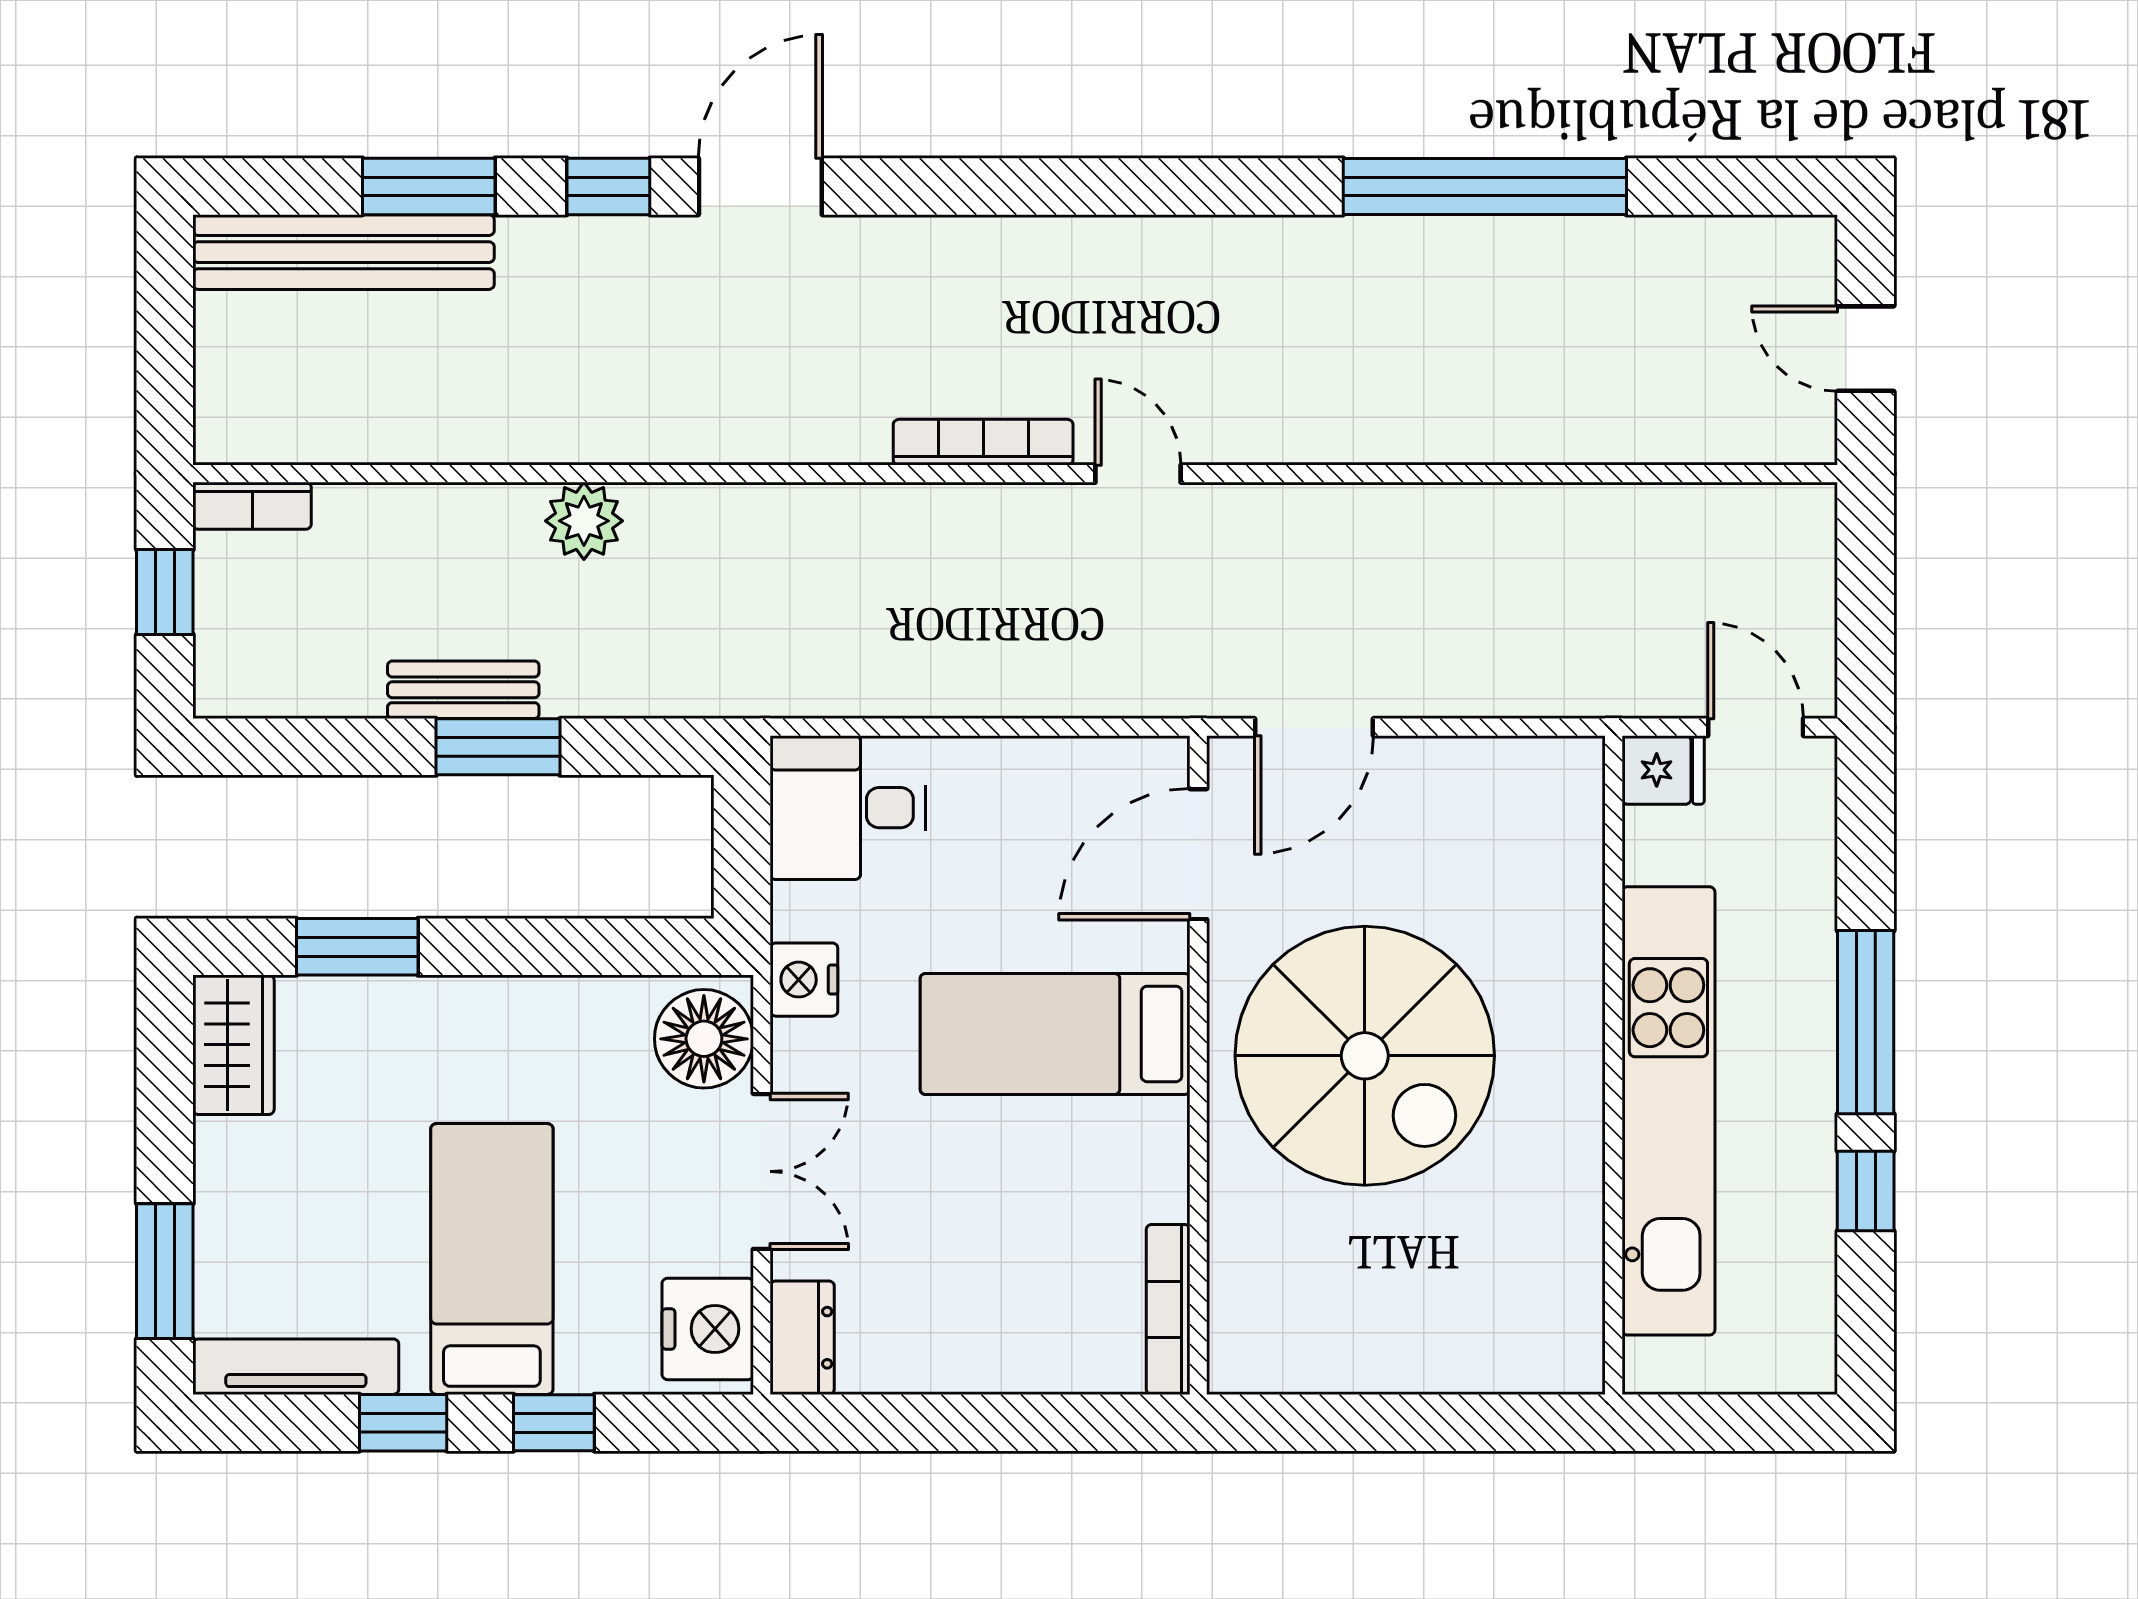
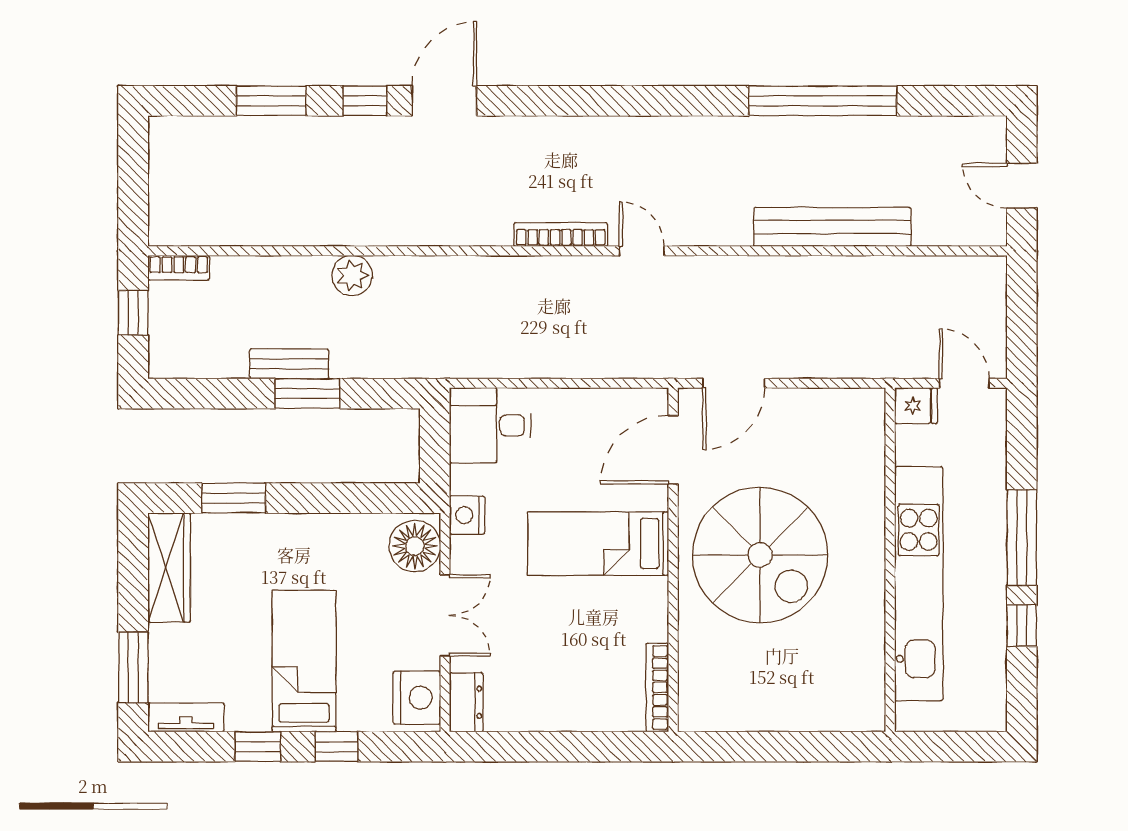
bench: (344, 252) -> (832, 227), moved
wardrobe: (233, 1045) -> (169, 568), width x1.50
tv unit: (296, 1367) -> (186, 717), width x0.71

